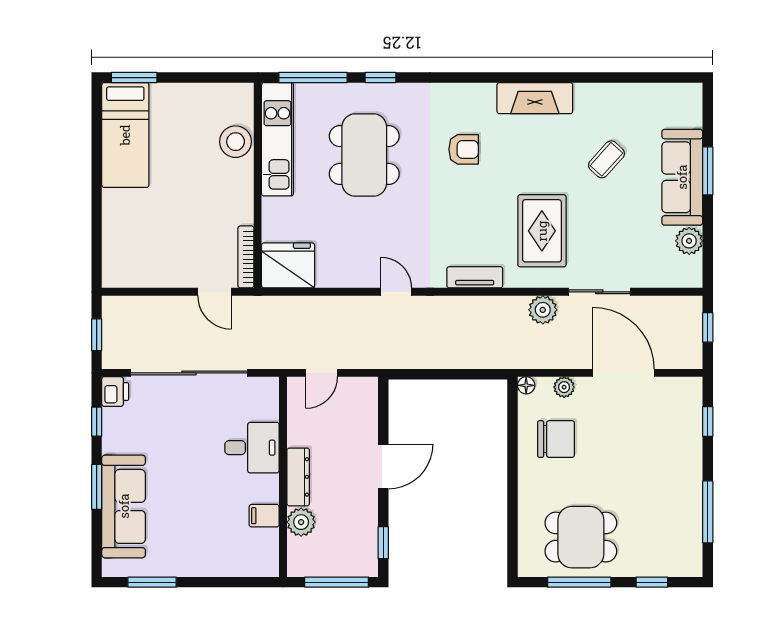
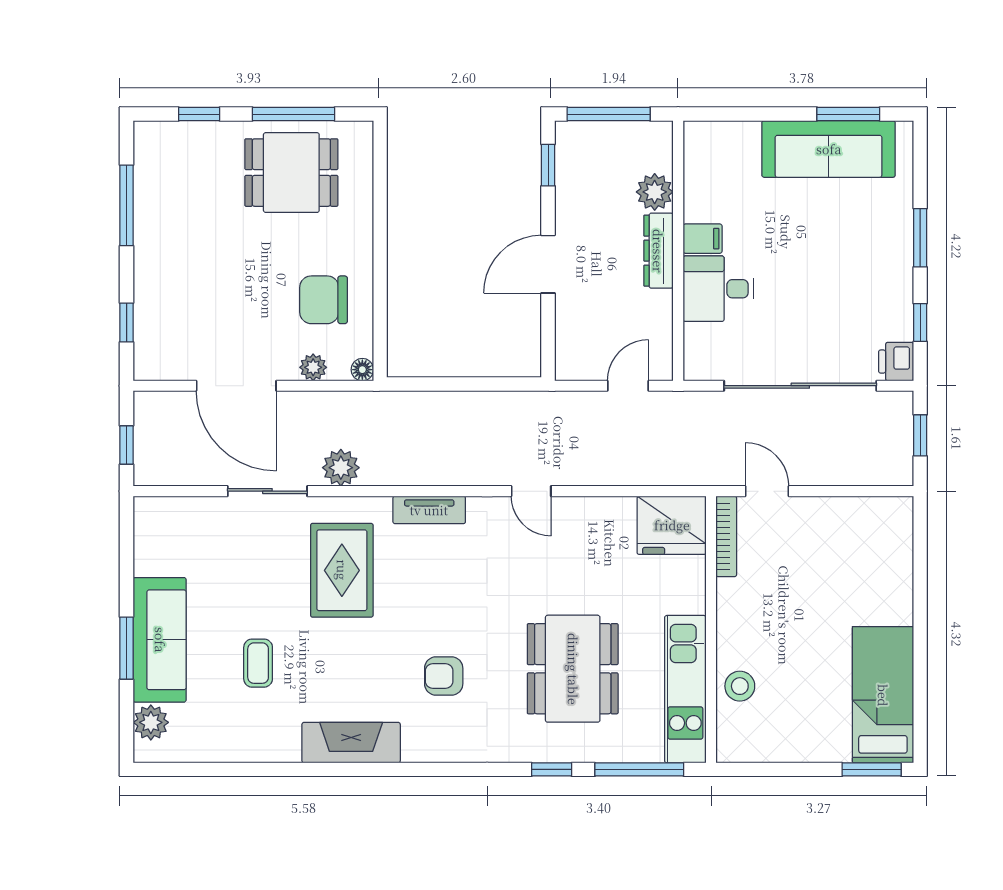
stool: (236, 142) -> (740, 686), width x0.73, depth x0.73
coffee table: (606, 159) -> (258, 663), turned -42
plant: (689, 241) -> (151, 722), moved
sofa: (124, 506) -> (829, 149), moved, turned -90
filing cabinet: (264, 516) -> (703, 239), moved

